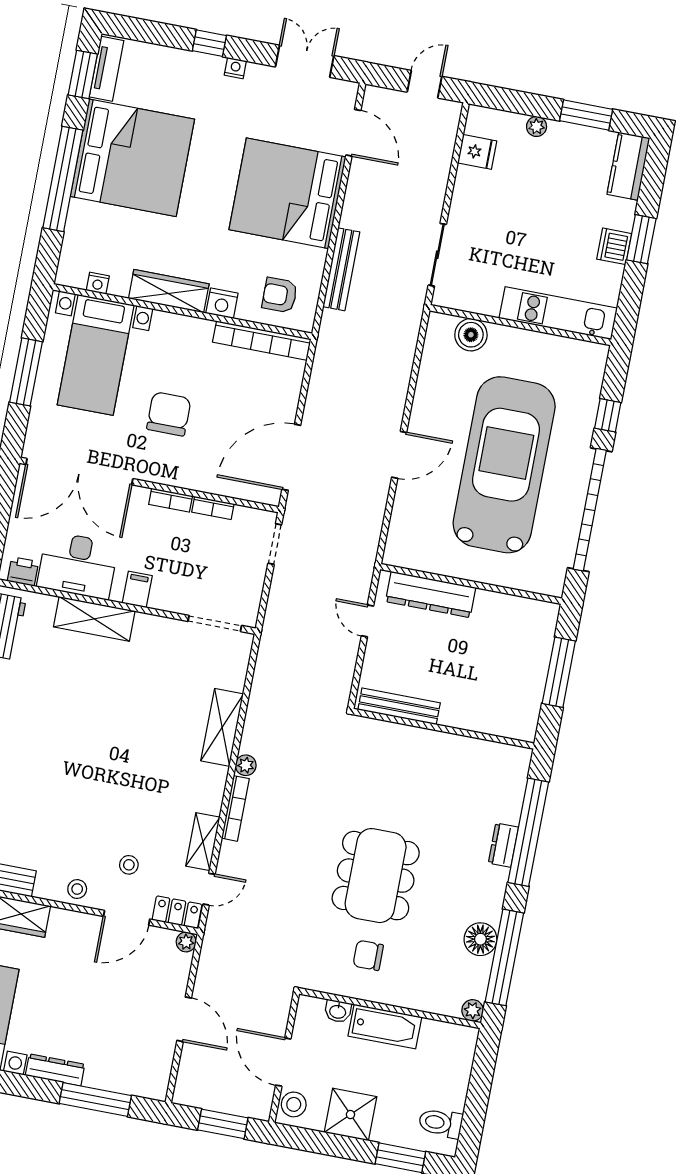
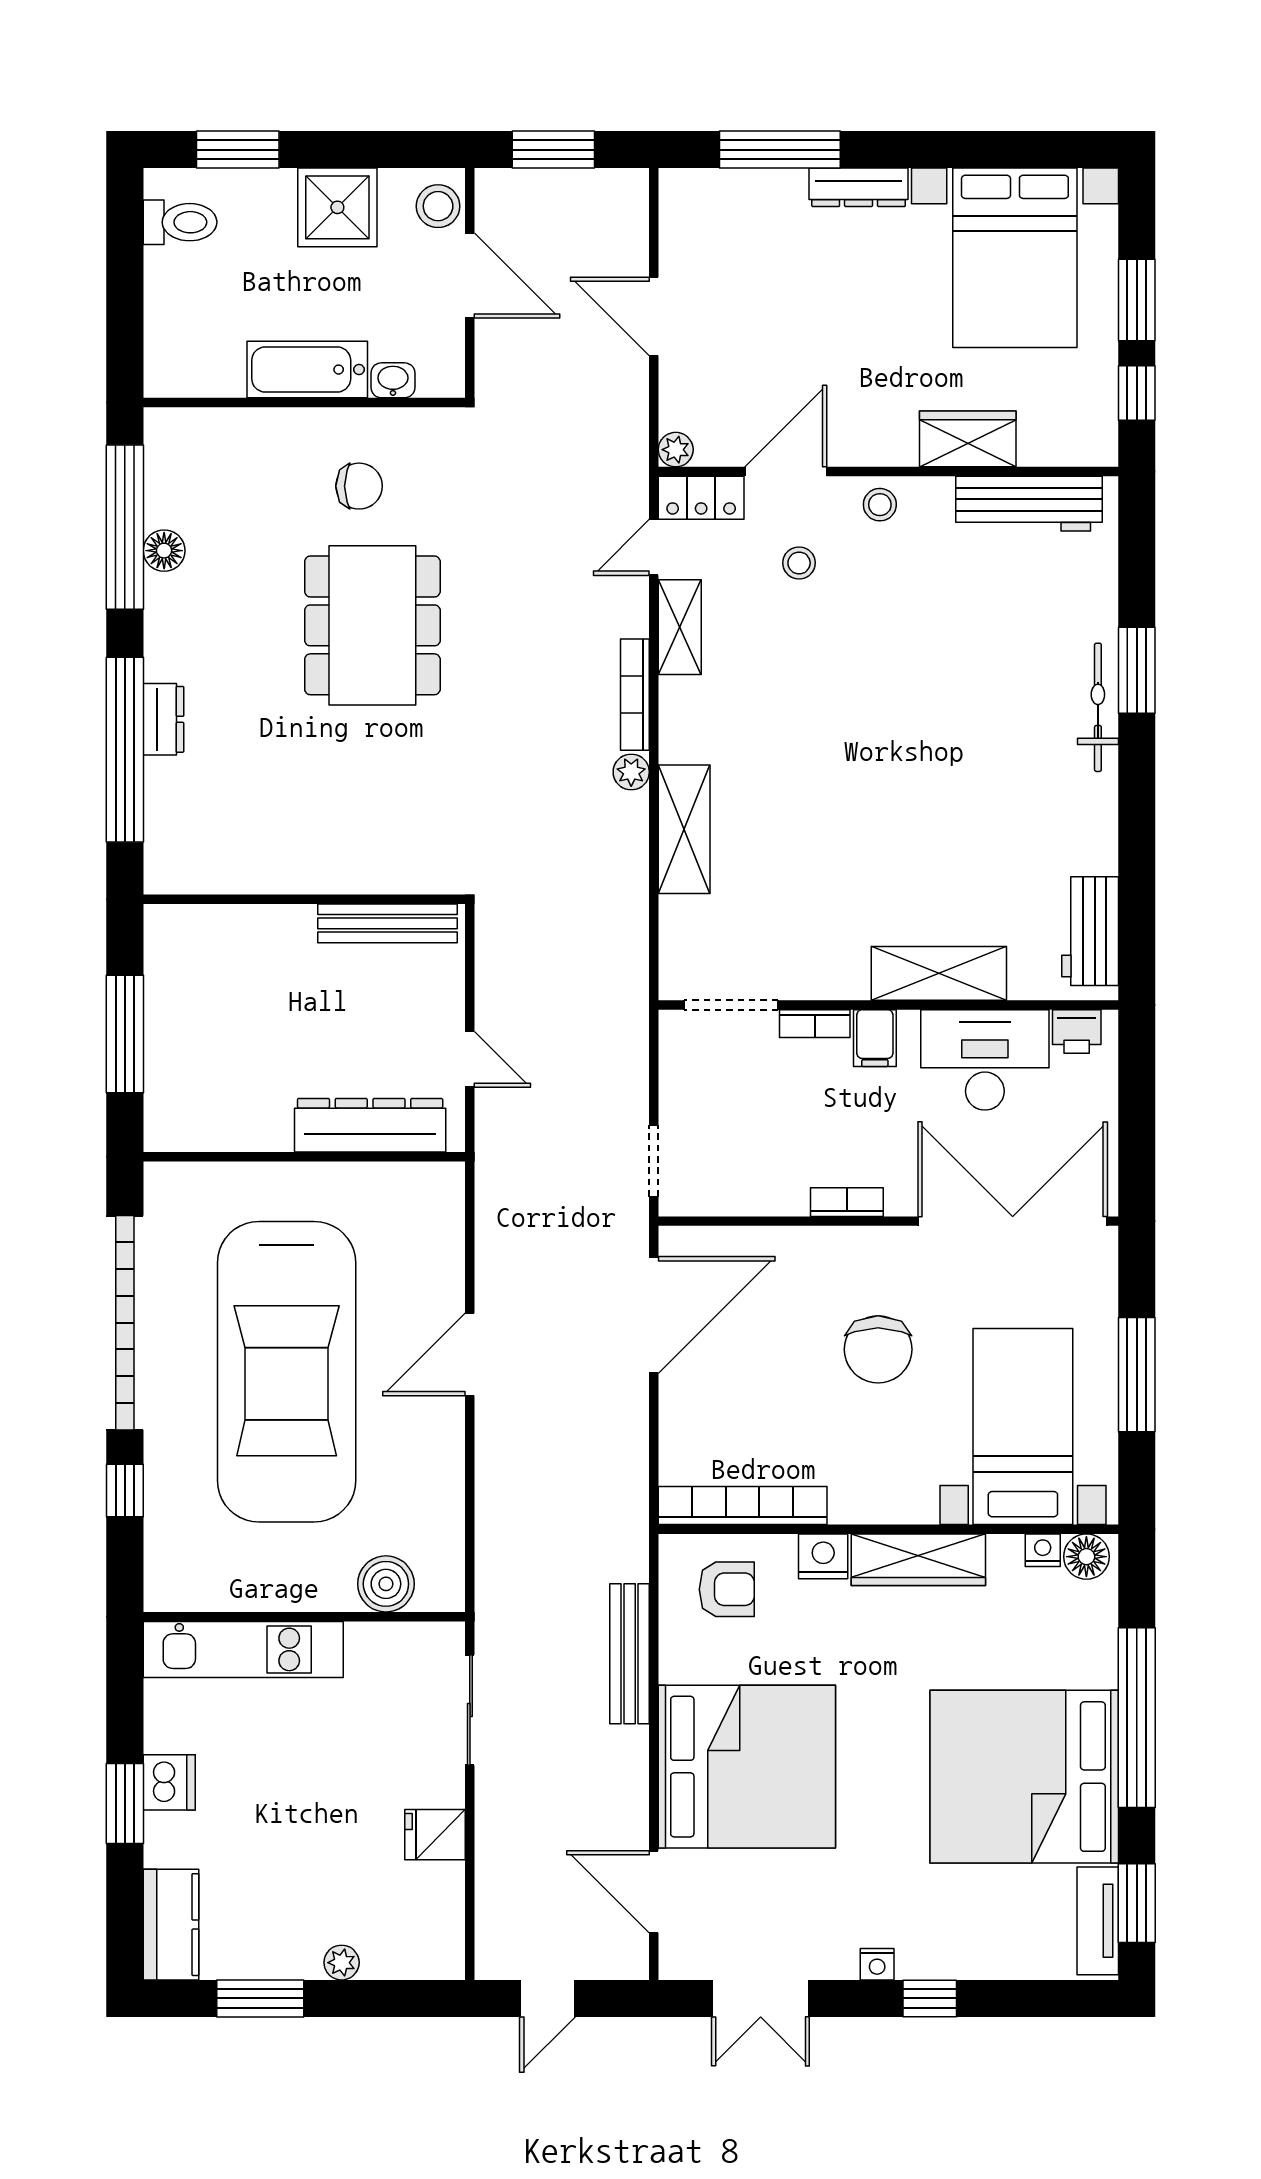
fridge: (477, 152) -> (435, 1835), moved
floor lamp: (74, 275) -> (1086, 1557), added
bookcase: (213, 508) -> (815, 1024), moved, turned 180
floor lamp: (480, 939) -> (164, 551), width x0.73, depth x0.73
plant: (473, 1010) -> (162, 426), removed

